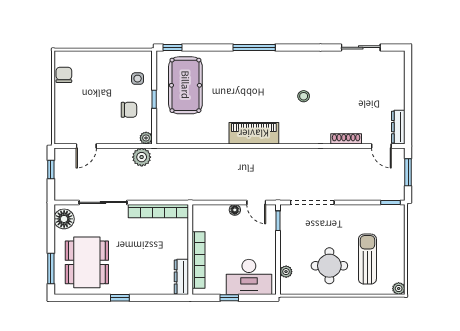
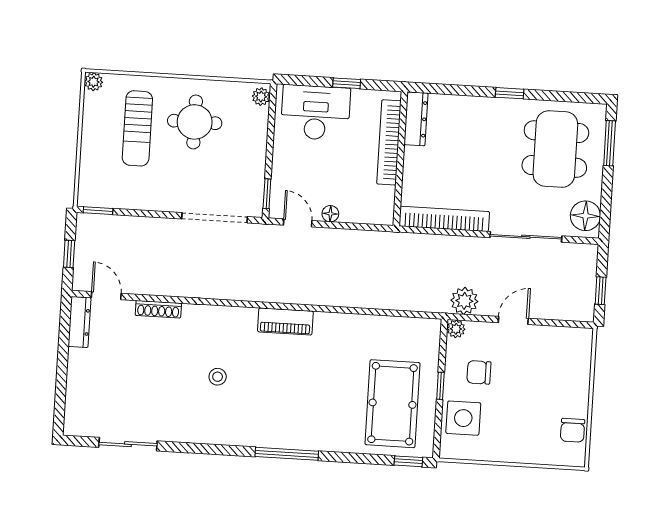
side table: (138, 79) -> (463, 418), width x1.87, depth x1.87
piano: (254, 133) -> (285, 321), width x0.73, depth x0.75
door: (86, 146) -> (513, 320), moved
window: (408, 172) -> (69, 254), width x0.67
plant: (286, 272) -> (261, 97), moved

